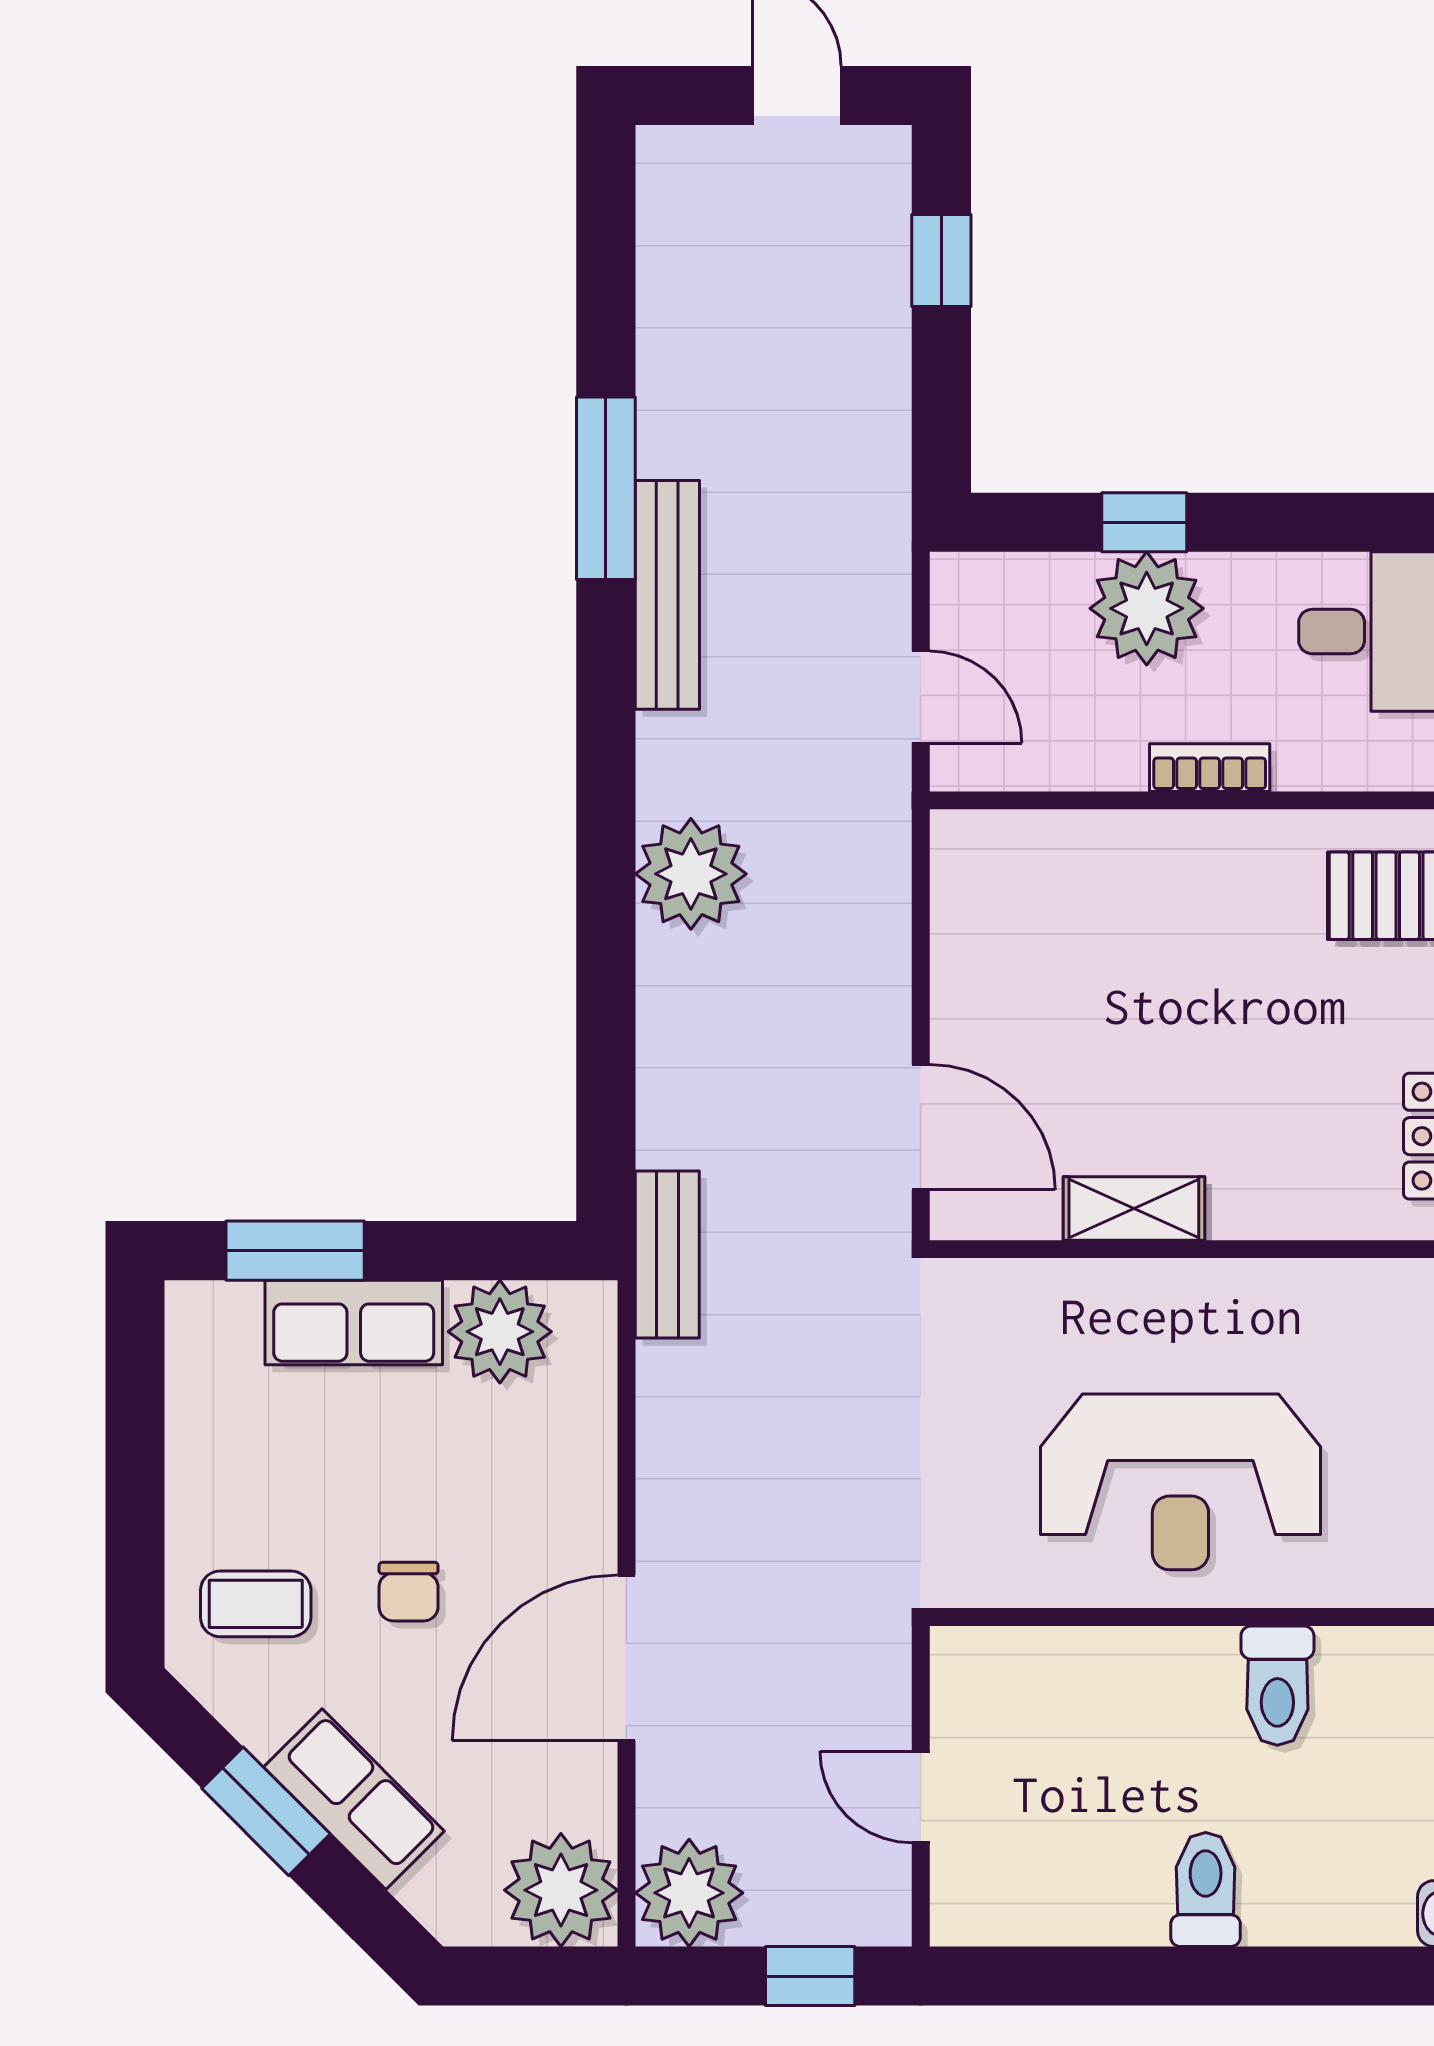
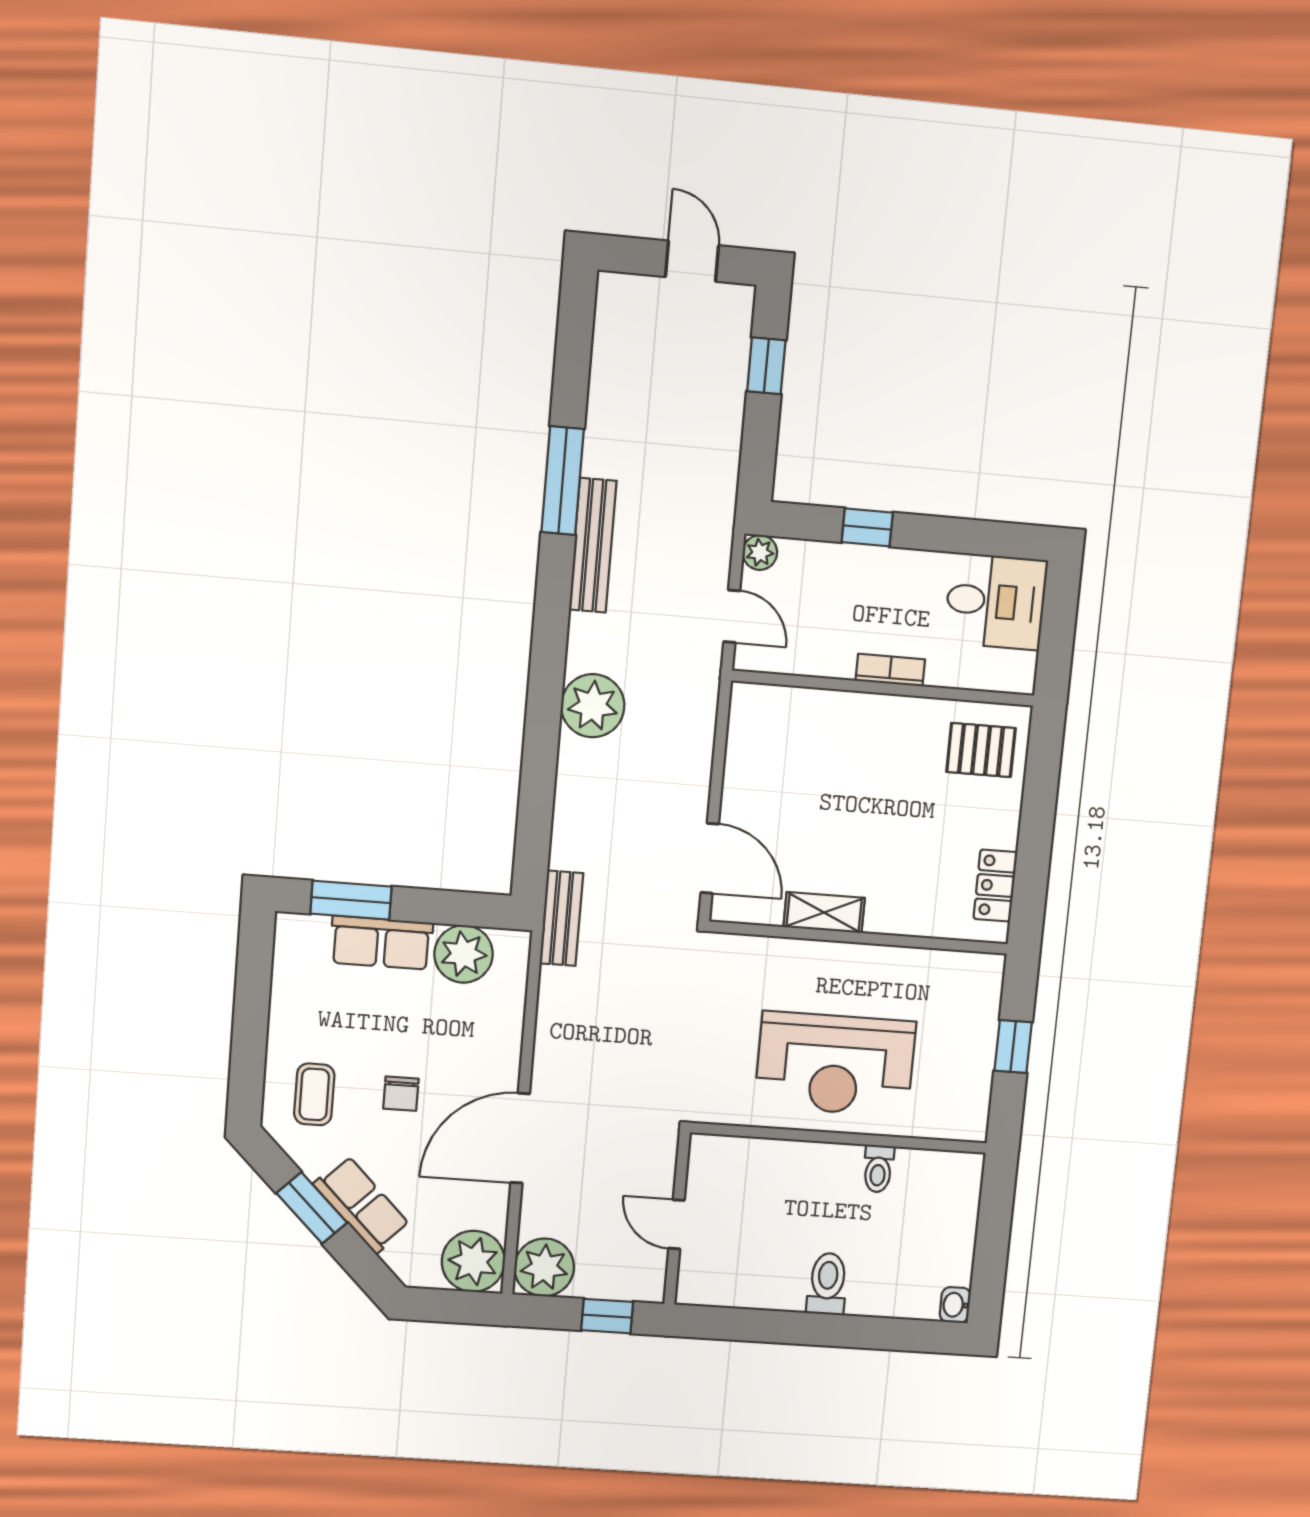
plant: (1147, 608) -> (760, 552), moved, width x0.53, depth x0.53
coffee table: (256, 1604) -> (314, 1094), turned 90
toilet: (1277, 1686) -> (878, 1169), width x0.73, depth x0.72

